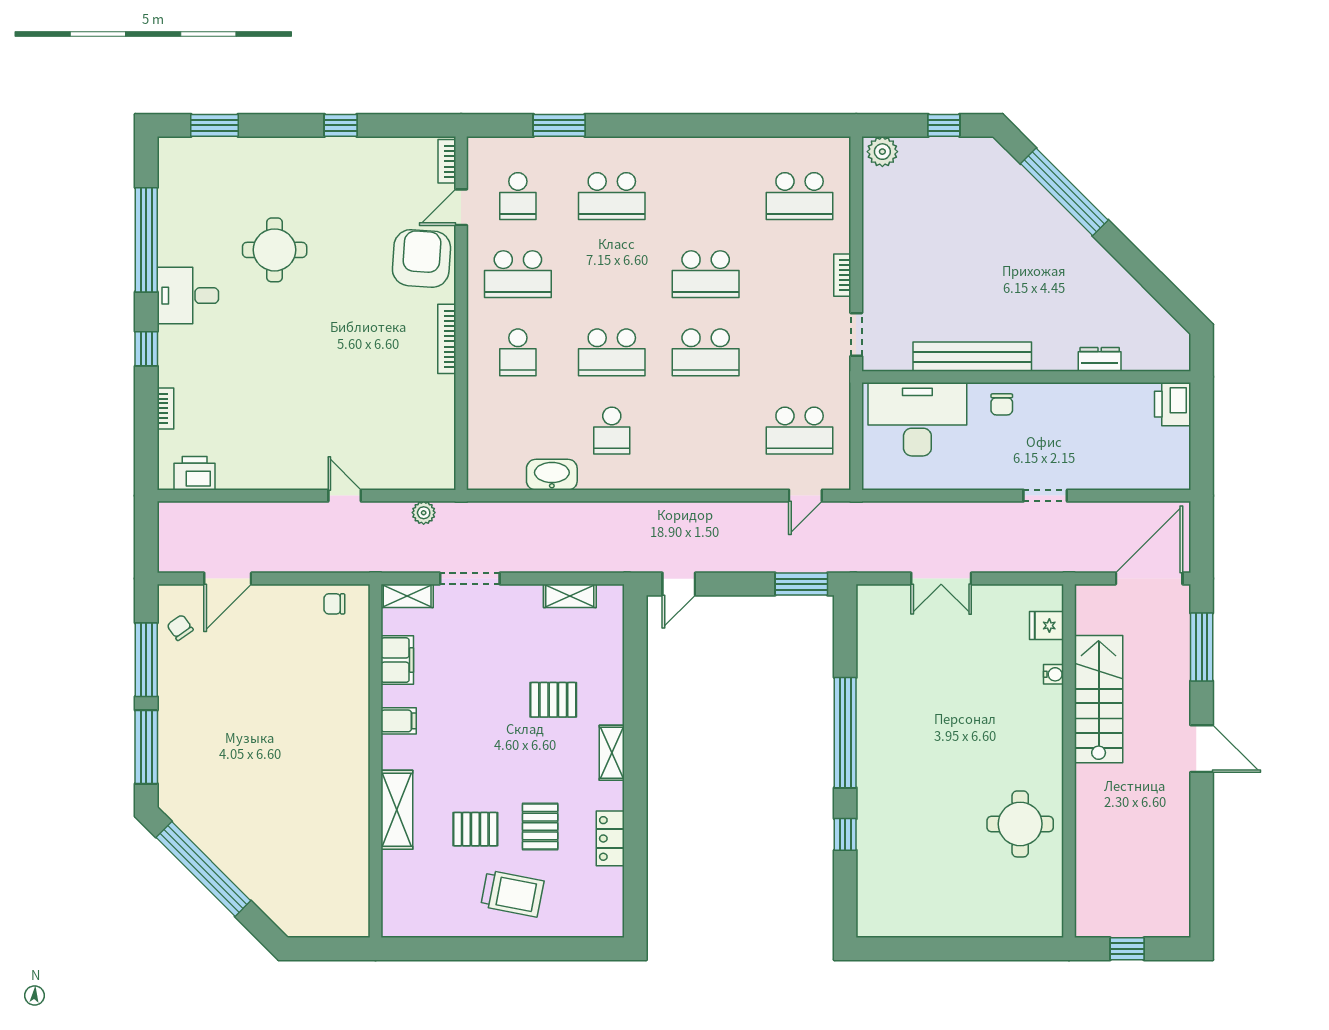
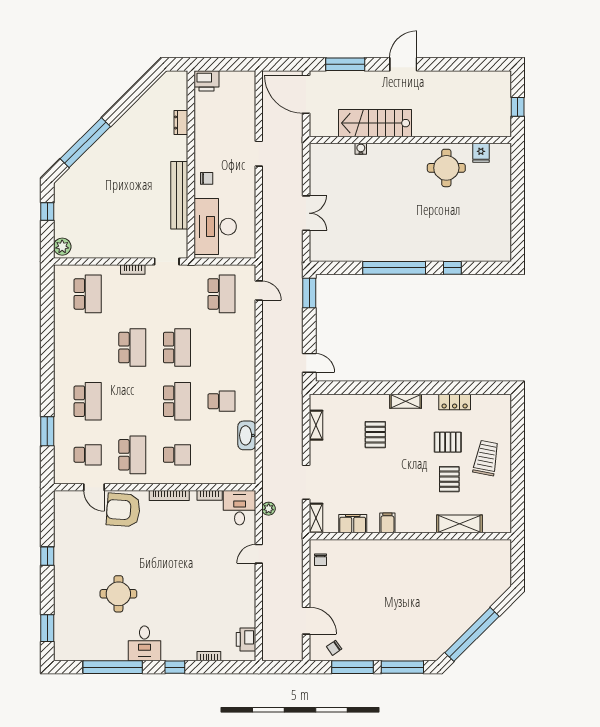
bookcase: (447, 161) -> (210, 495), moved
desk: (425, 462) -> (240, 508), added
fridge: (1047, 626) -> (481, 153), moved
shelving: (397, 810) -> (459, 524), moved

